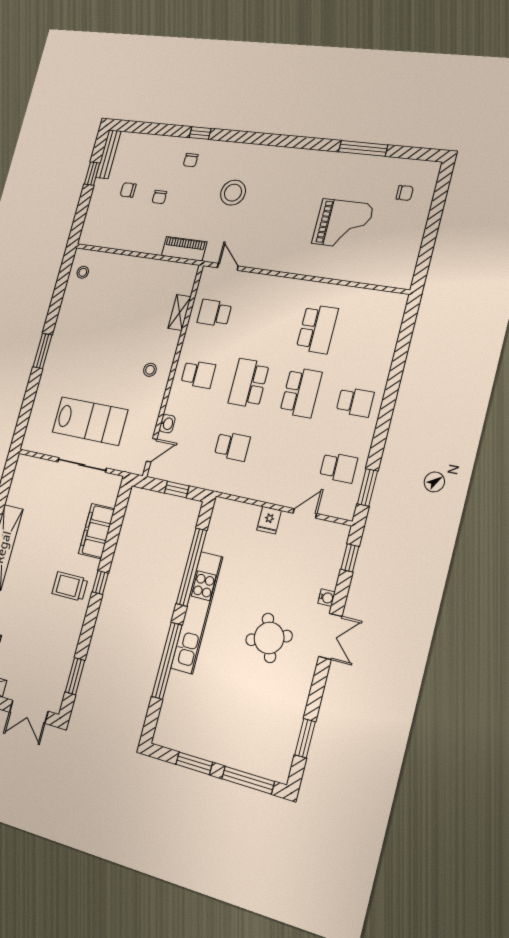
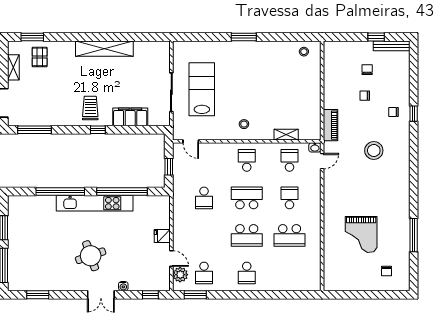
school desk: (265, 321) -> (290, 198), added
school desk: (198, 374) -> (247, 160), turned 180
lab bench: (90, 421) -> (202, 89), turned 180
washbasin: (167, 424) -> (315, 147), moved
plant: (332, 505) -> (180, 275), added
window: (75, 676) -> (35, 130), width x1.44

